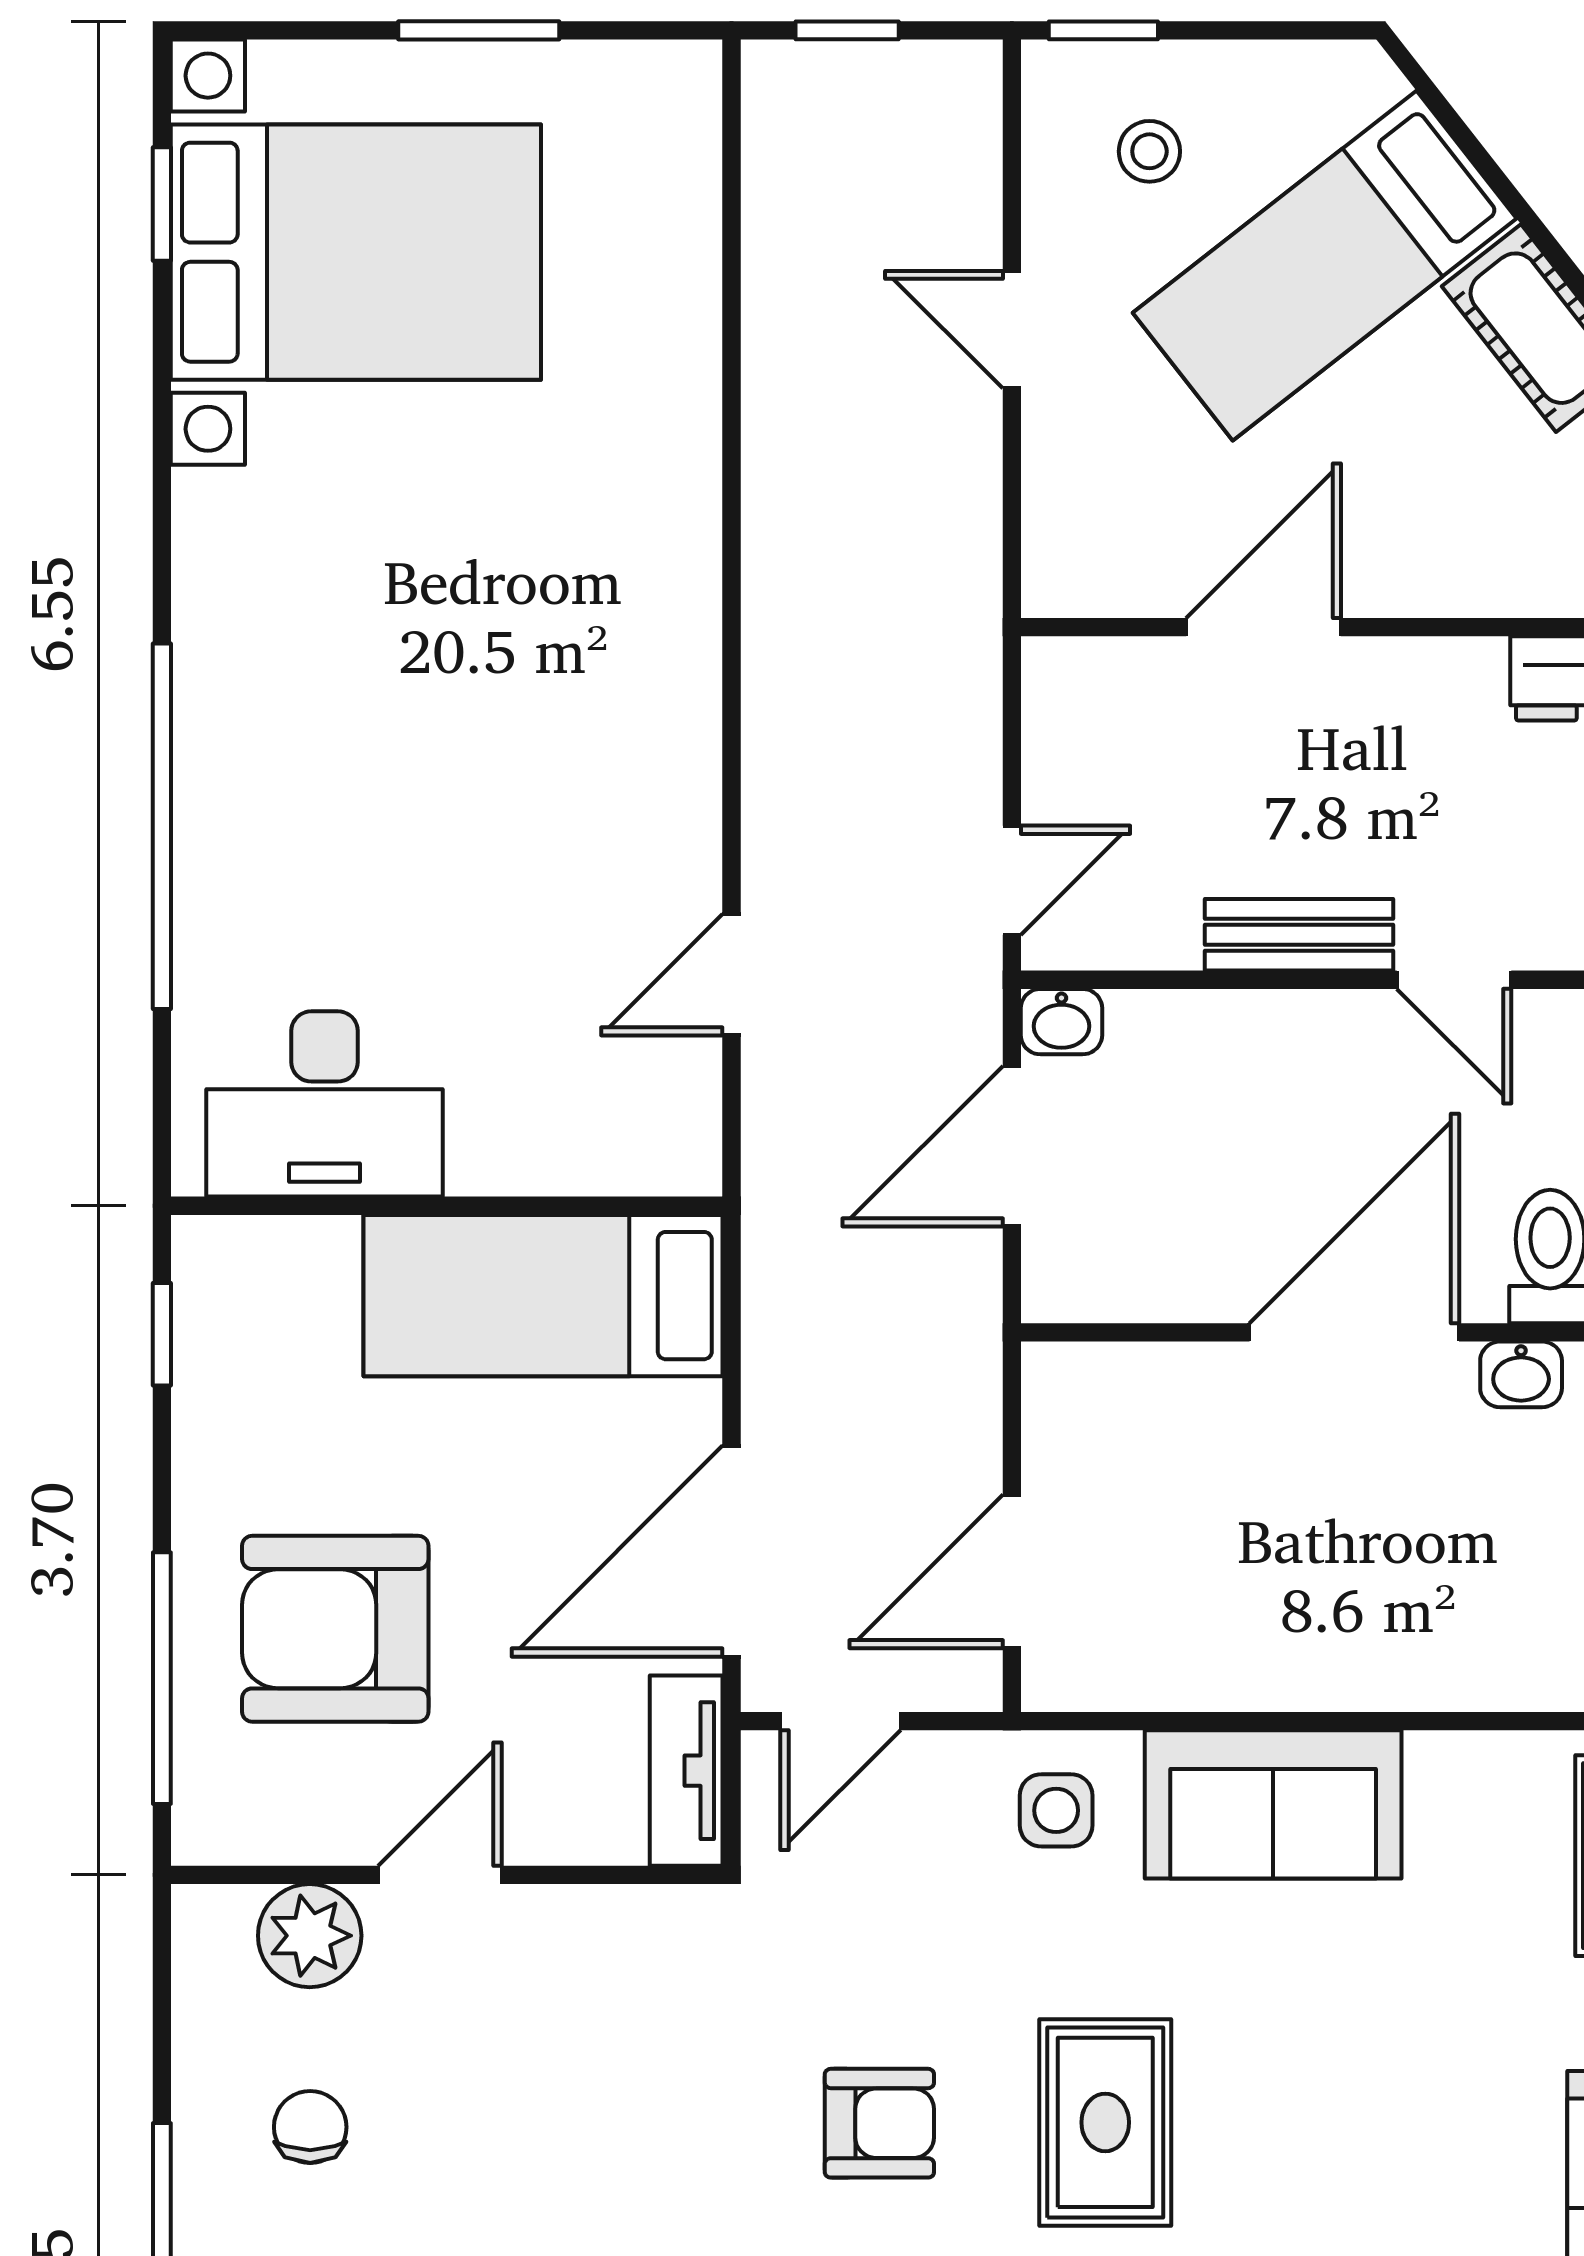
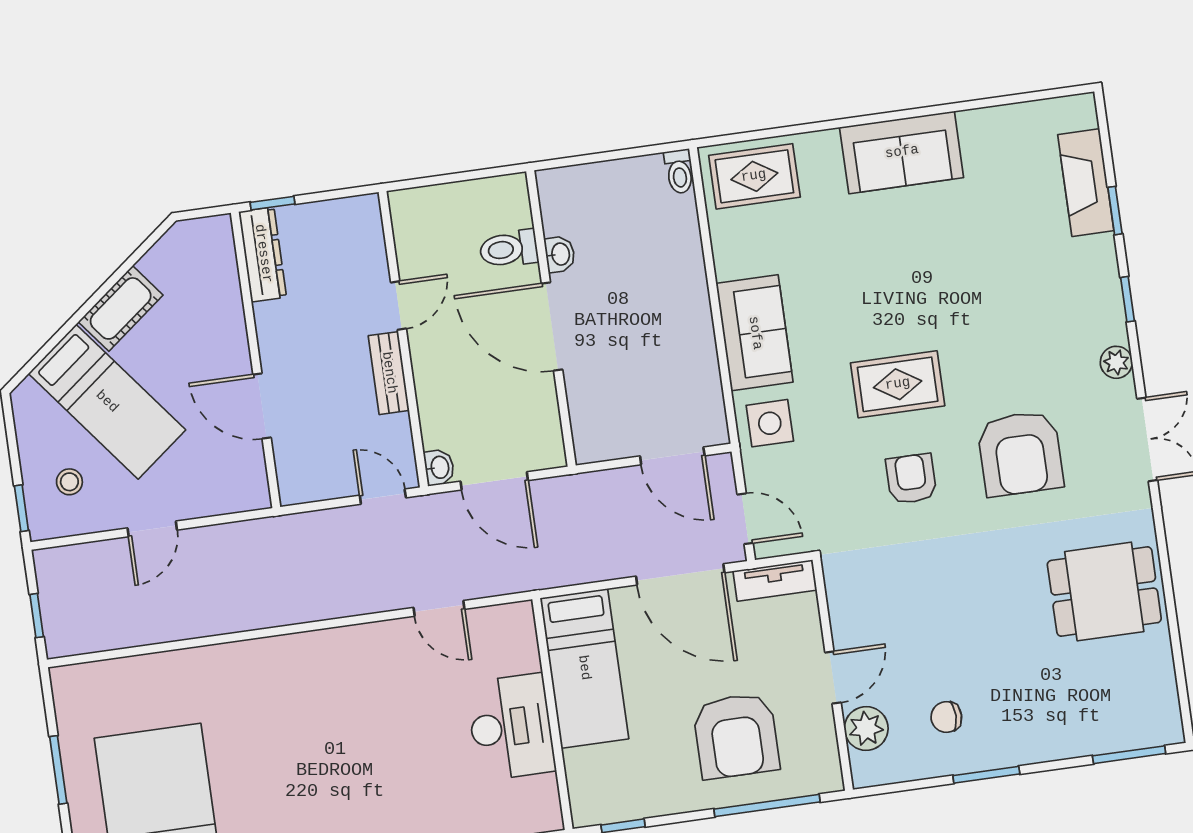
desk: (325, 1104) -> (511, 727), moved
side table: (1056, 1810) -> (770, 423), width x1.37, depth x1.37
door: (440, 1875) -> (833, 678), swing flipped

